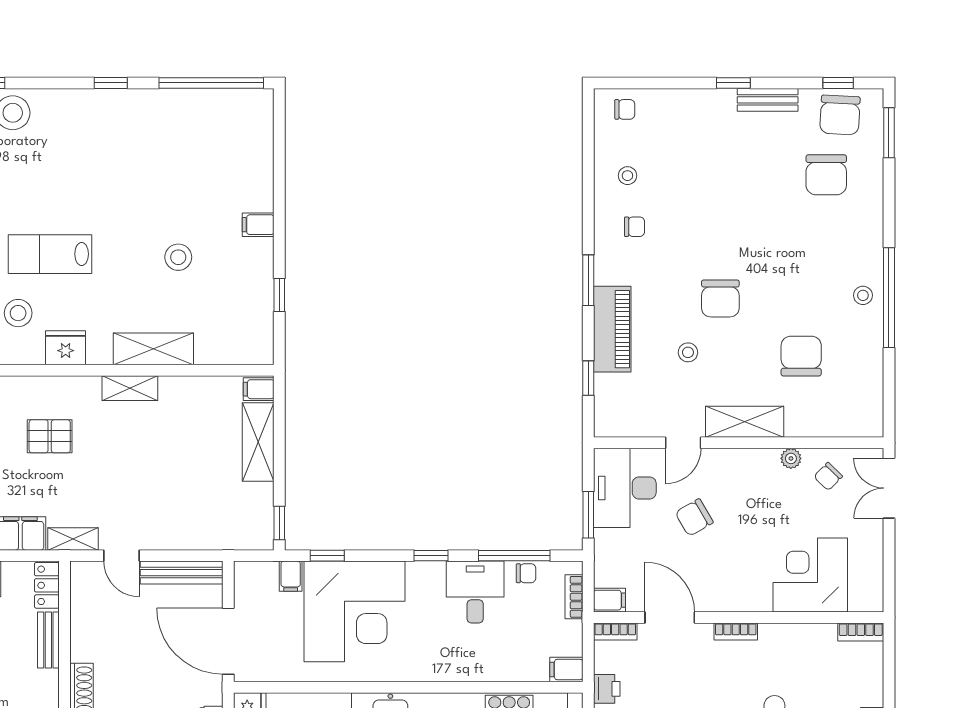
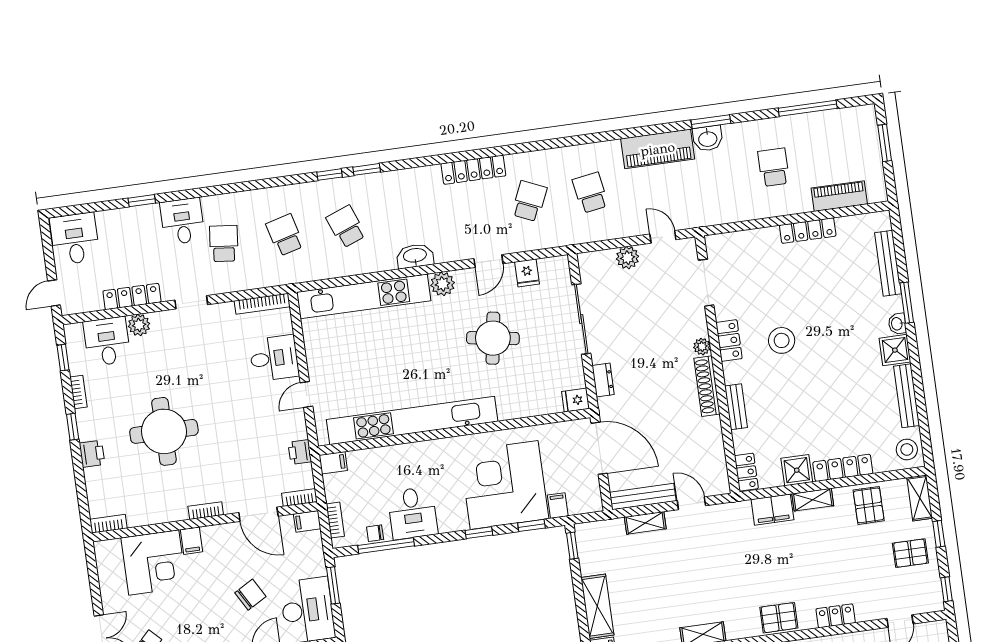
pallet: (50, 436) -> (779, 618), moved
shelving: (73, 539) -> (645, 523), moved
window: (431, 556) -> (479, 533), moved
filing cabinet: (759, 596) -> (191, 541), added
bench: (48, 640) -> (736, 407), moved

